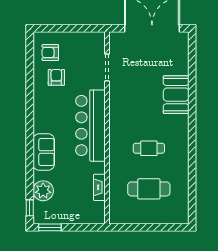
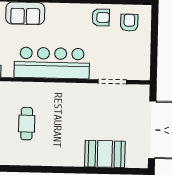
armchair: (56, 77) -> (101, 17), moved
booth: (176, 95) -> (105, 154), moved

